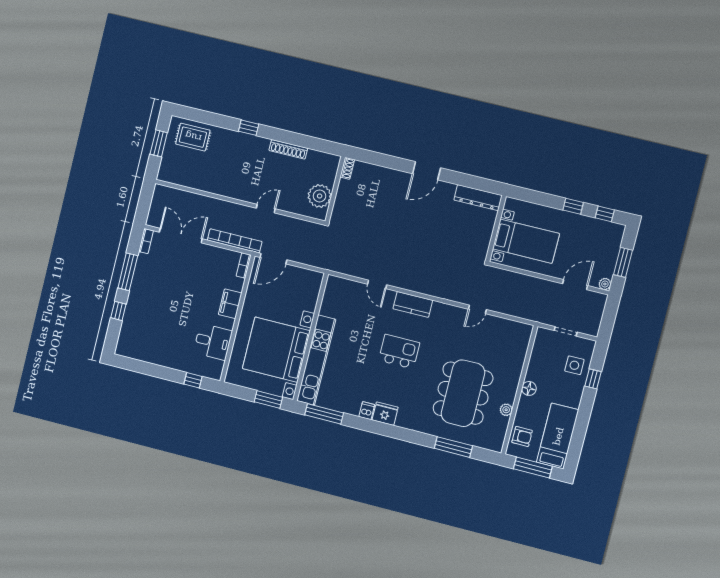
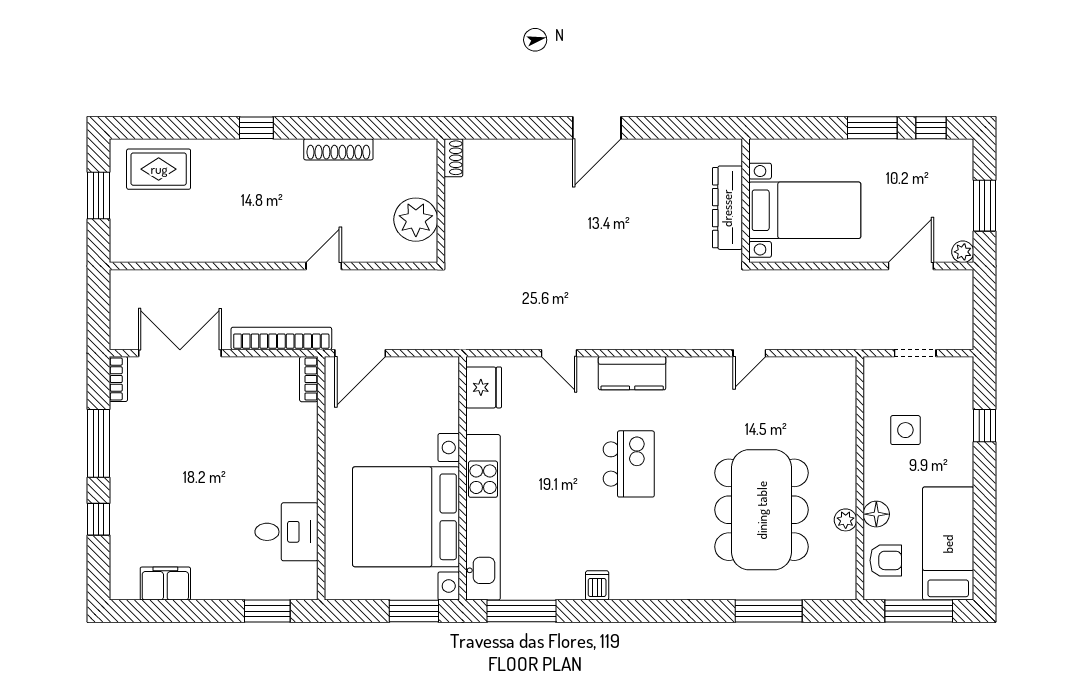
dresser: (478, 198) -> (727, 208), moved, turned 90
window: (573, 206) -> (872, 128), width x1.50
filing cabinet: (230, 304) -> (165, 583), moved, turned 90
kitchen island: (399, 352) -> (629, 464), turned 90
side table: (574, 365) -> (905, 430), moved
window: (193, 380) -> (267, 611), width x1.50
floor lamp: (529, 388) -> (876, 514), moved
fridge: (385, 414) -> (484, 387), moved, turned 90

